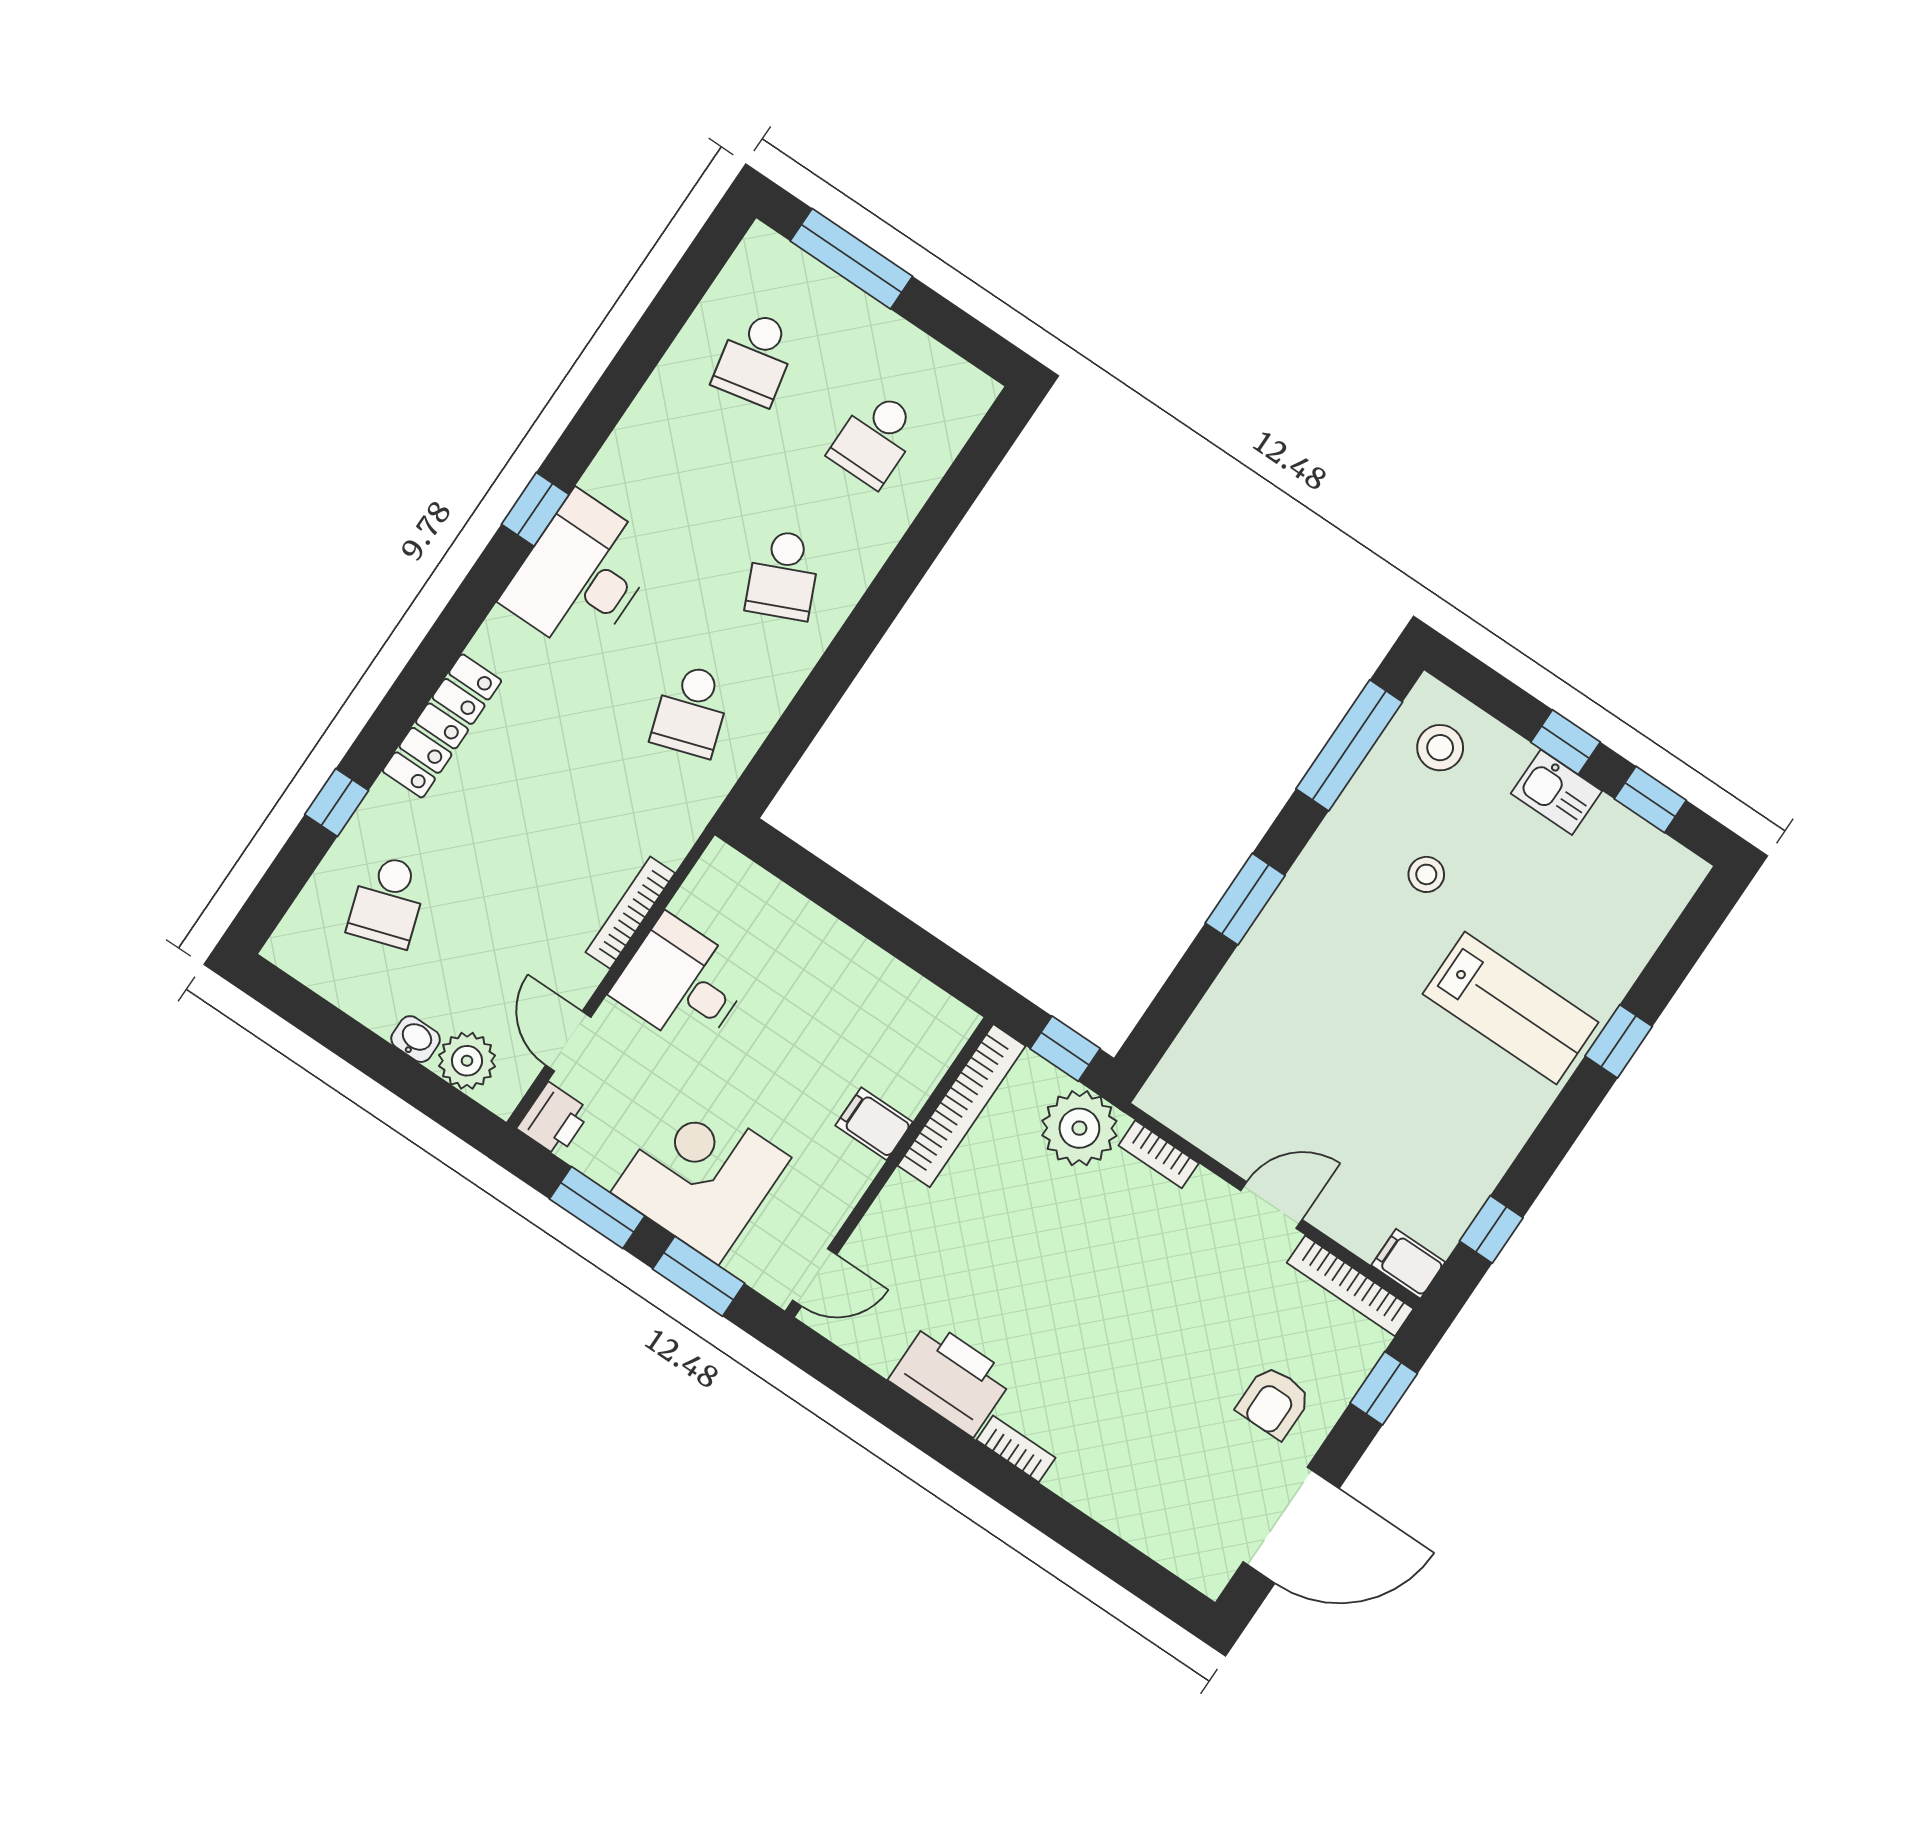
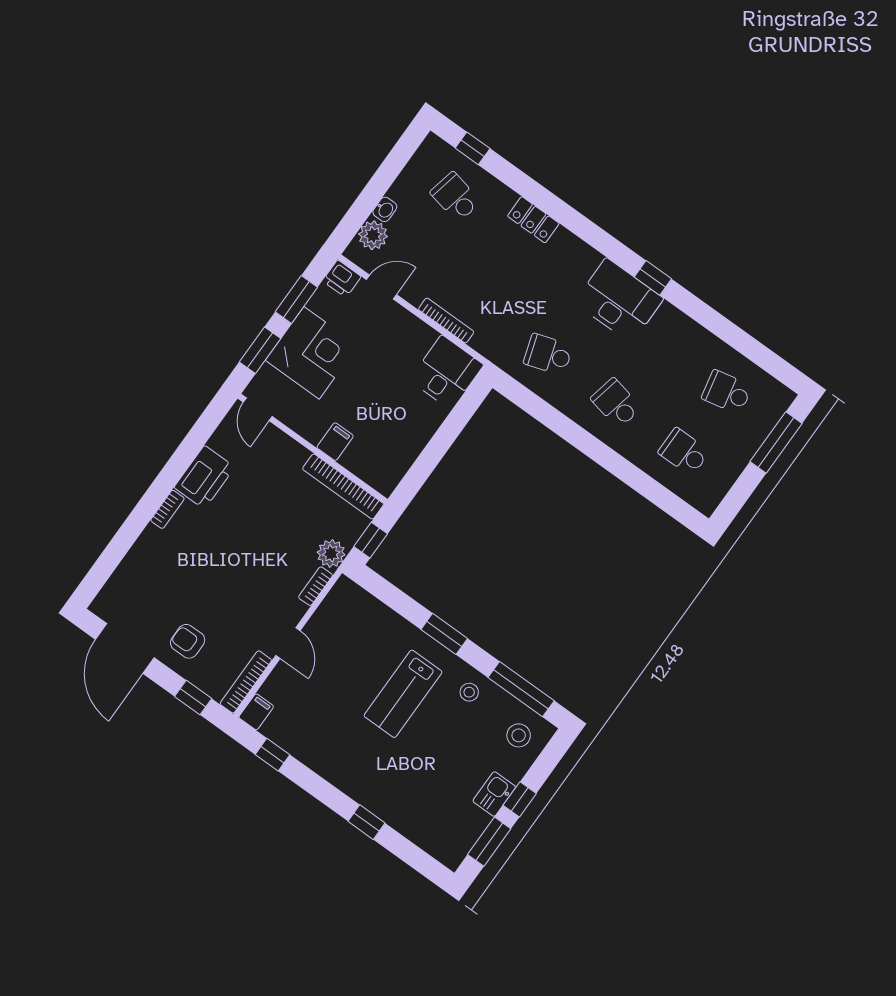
school desk: (783, 575) -> (616, 403), turned 36
locker: (442, 726) -> (533, 220), width x0.66
window: (1650, 800) -> (489, 842), width x1.50
window: (337, 803) -> (473, 148), moved
stool: (1426, 874) -> (469, 692), moved
school desk: (388, 901) -> (455, 197), turned 30
desk: (682, 983) -> (446, 372), moved
lab bench: (1511, 1008) -> (403, 694), moved
plant: (1079, 1128) -> (331, 553), width x0.73, depth x0.73

